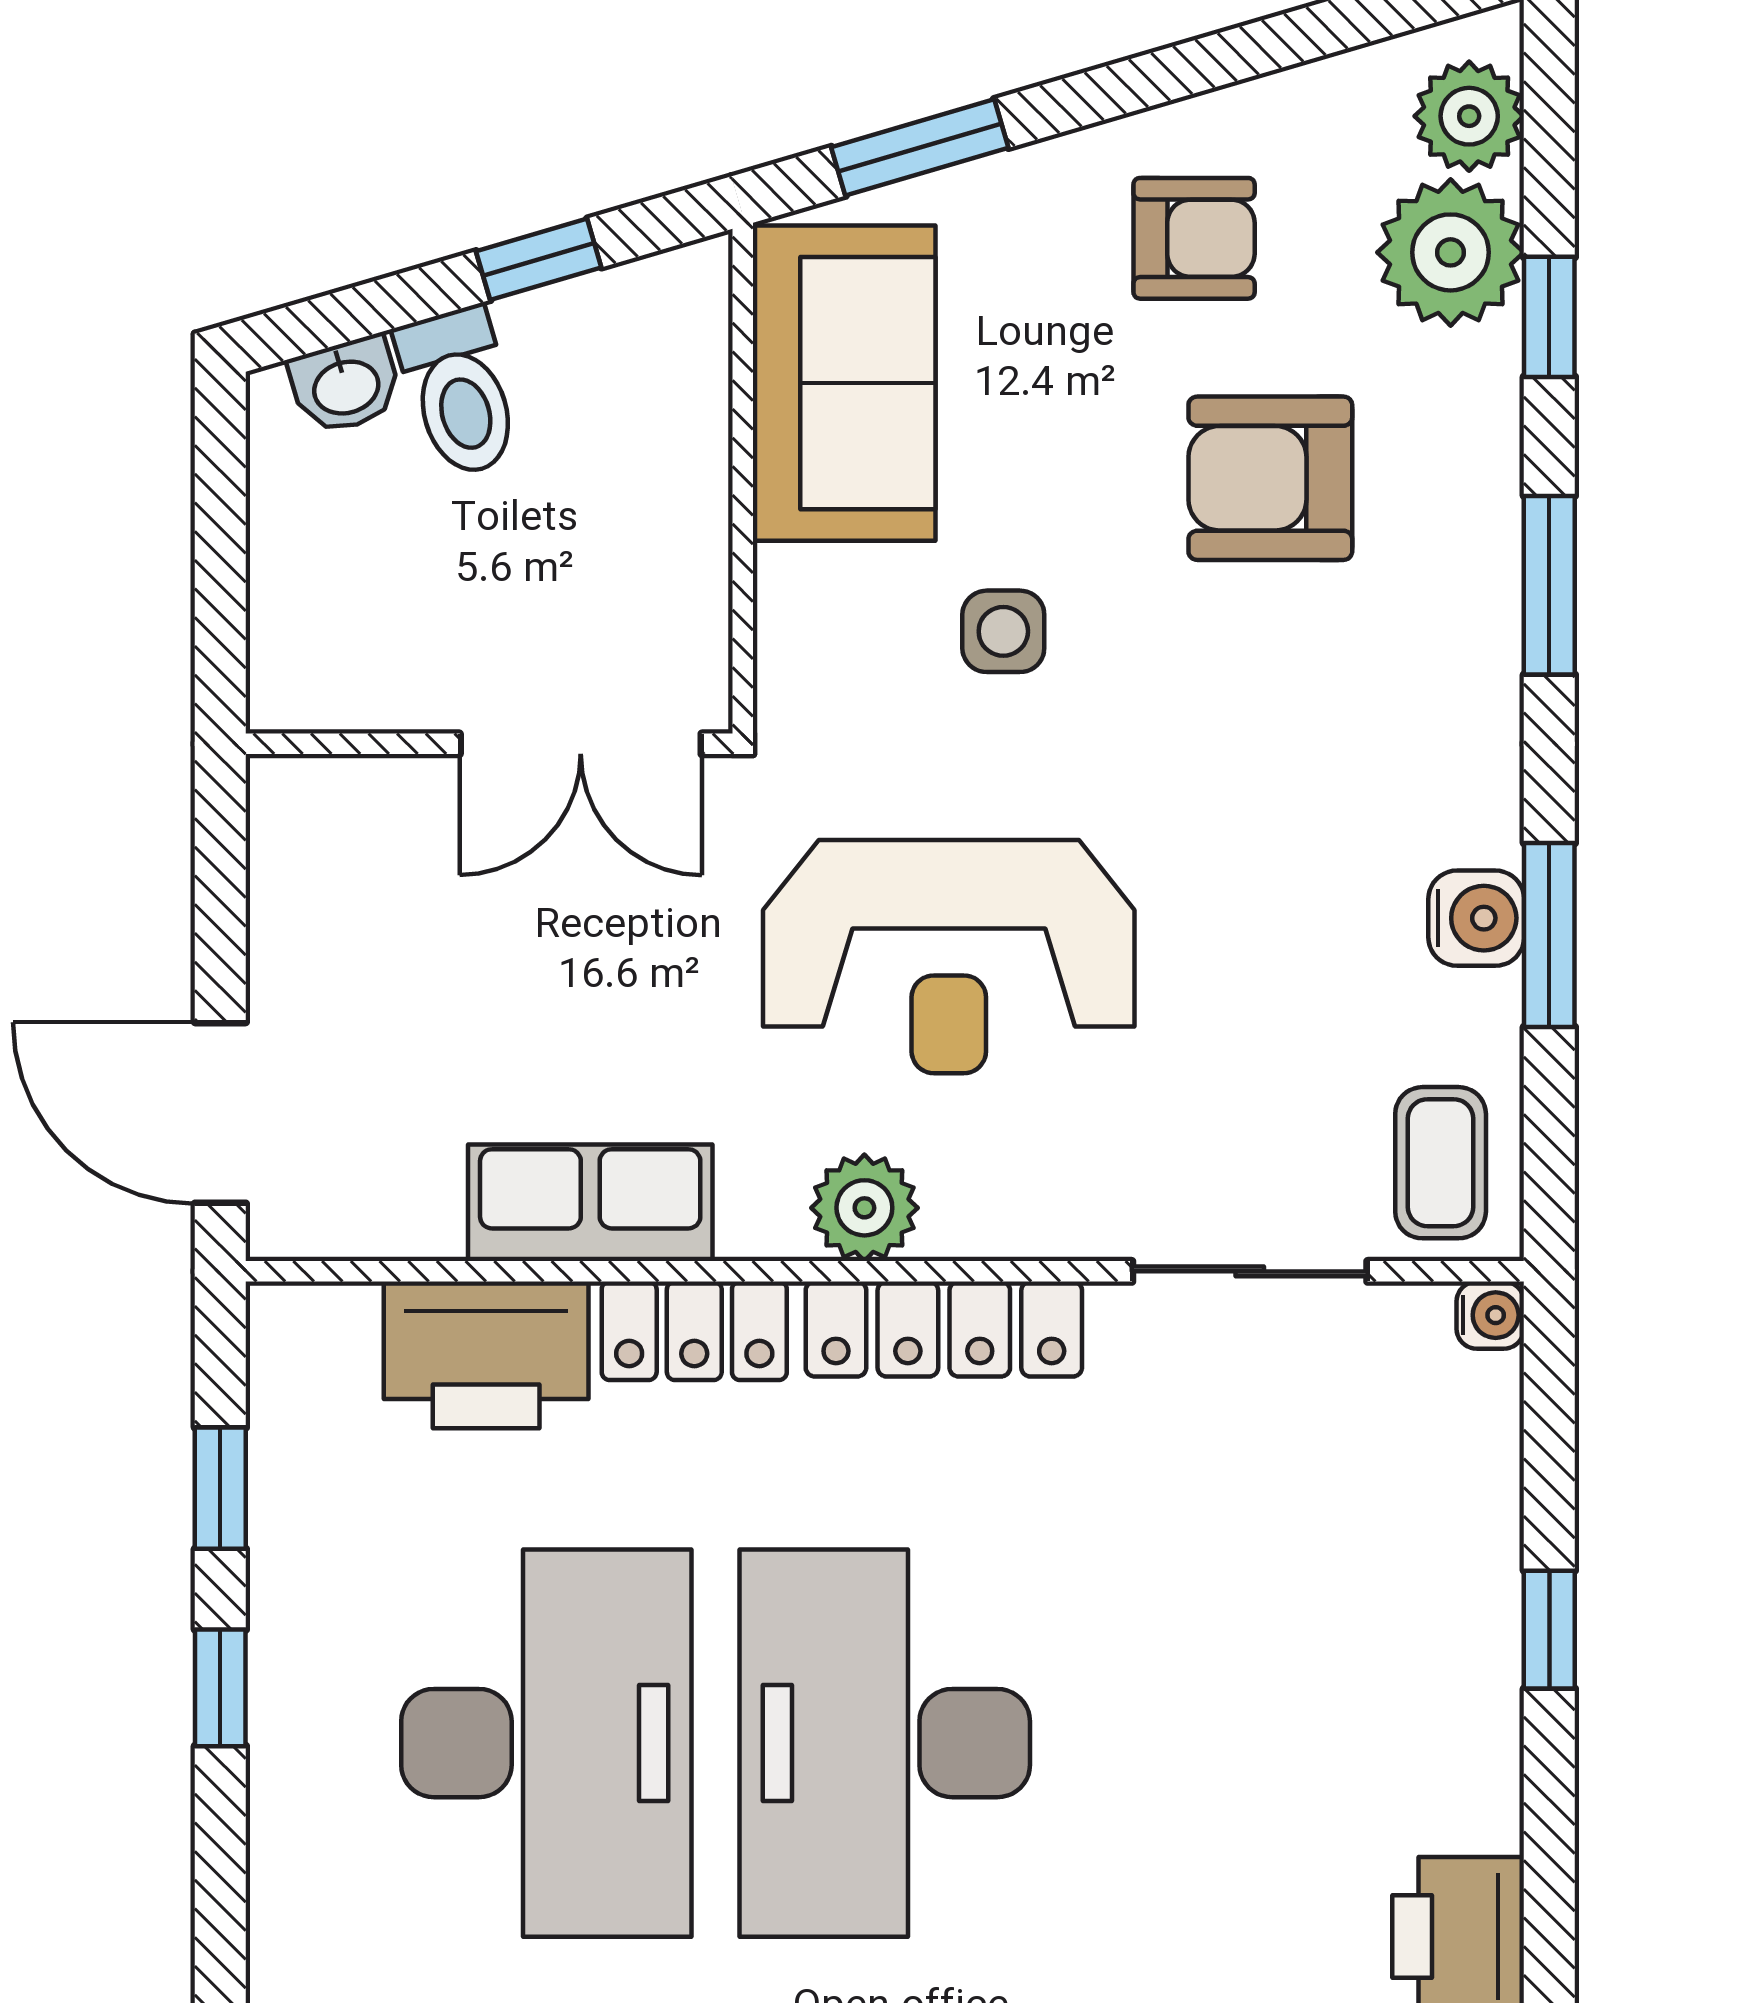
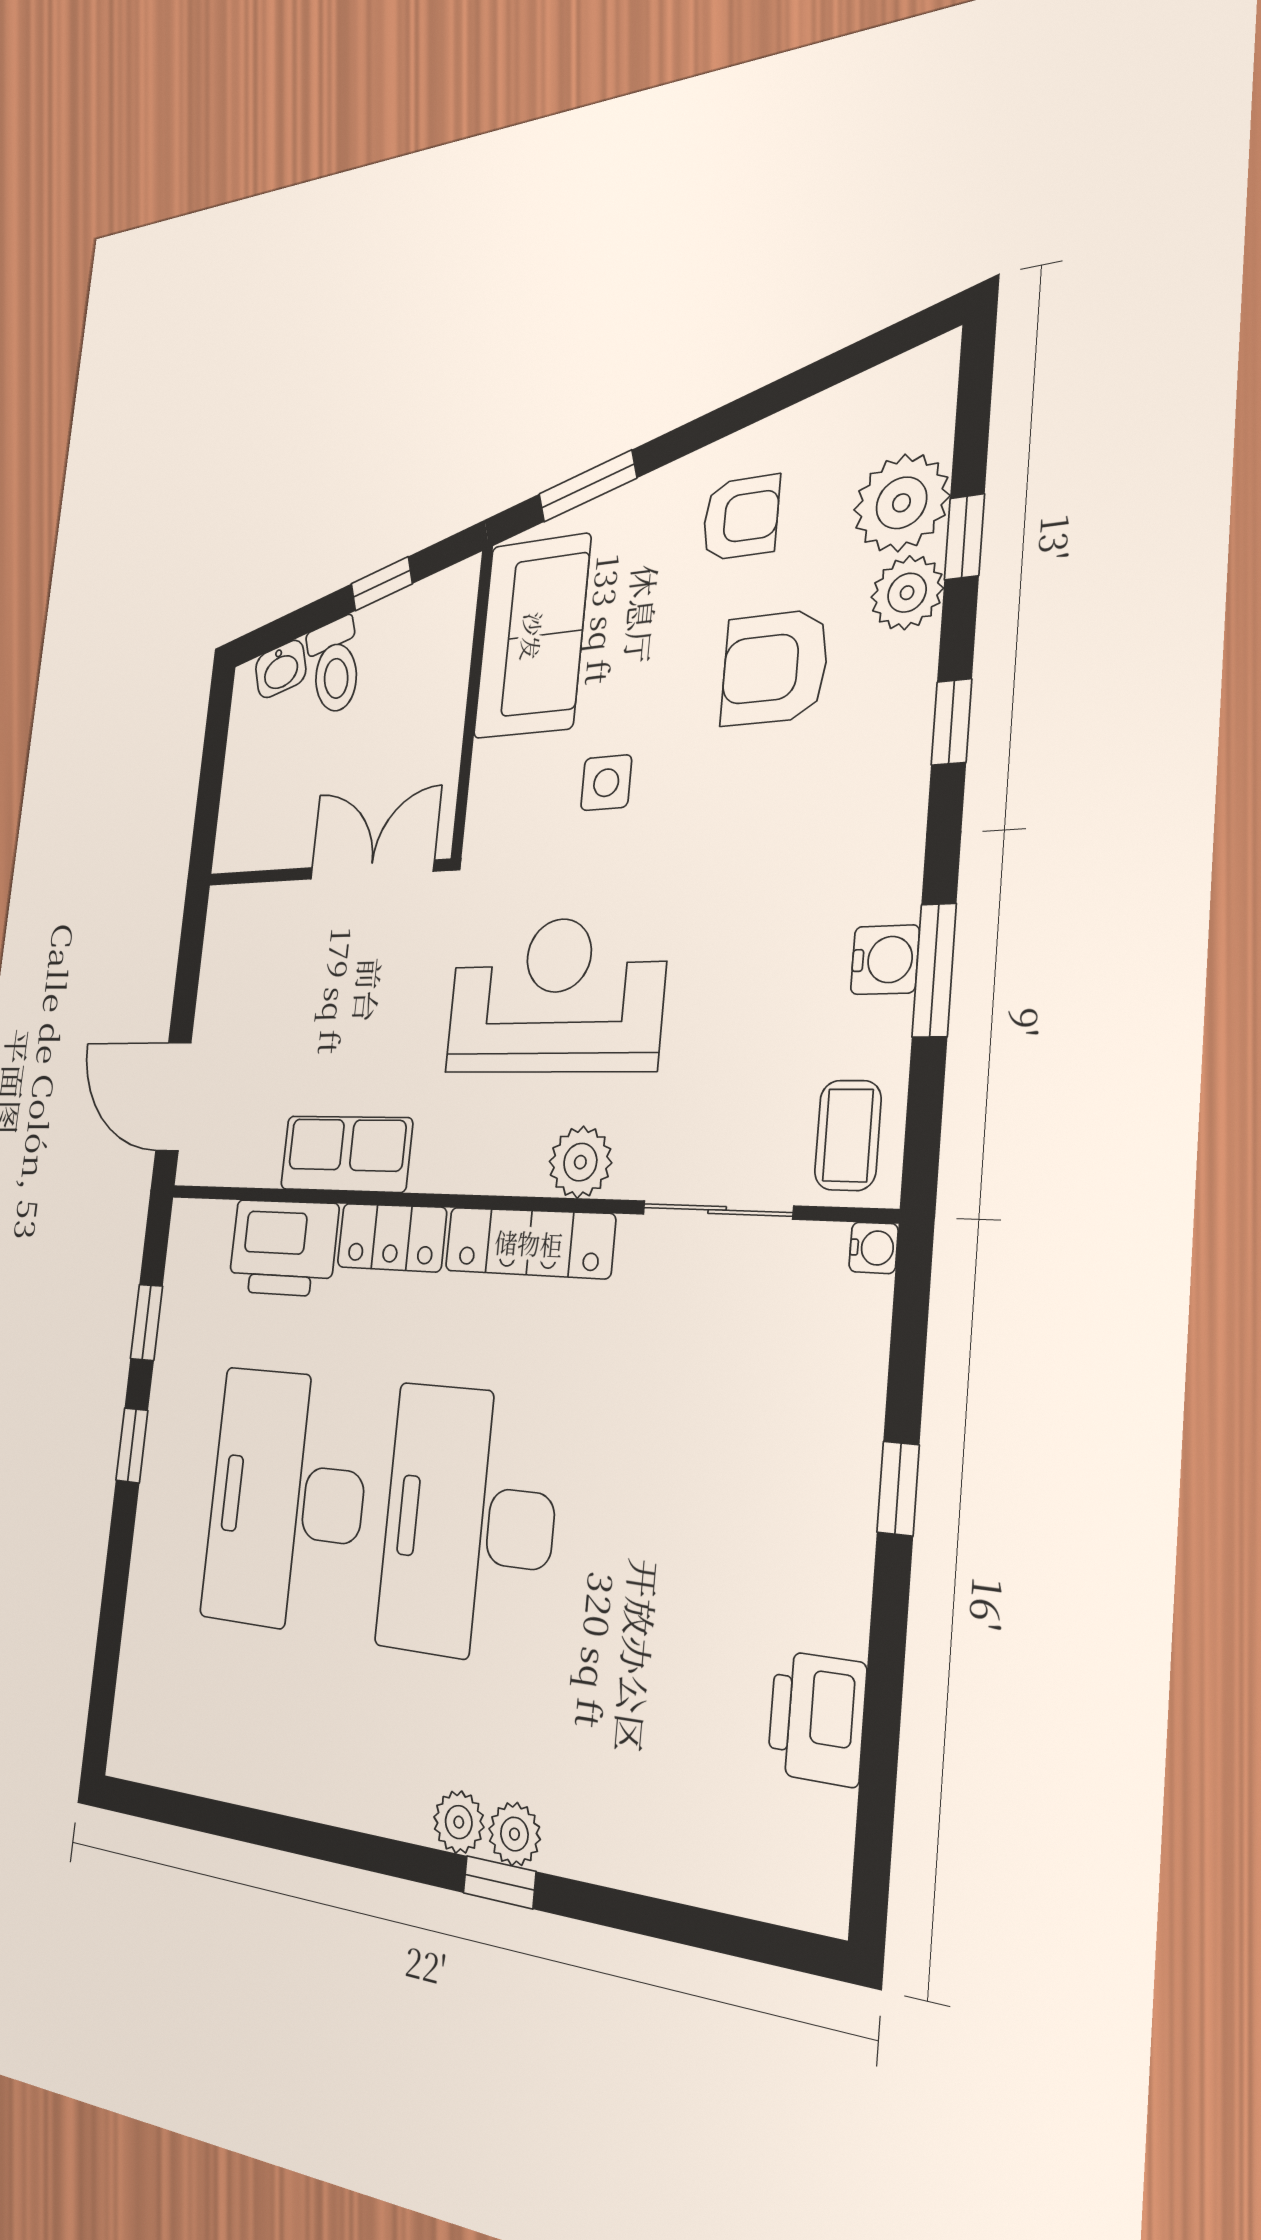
plant: (1469, 116) -> (907, 593), moved
window: (1549, 585) -> (951, 722), width x0.67
double door: (581, 744) -> (372, 870), swing flipped
reception desk: (949, 957) -> (555, 995), turned 180
plant: (864, 1208) -> (580, 1162), moved
desk: (546, 1743) -> (286, 1500), turned 180

